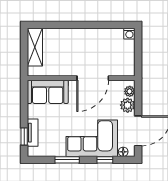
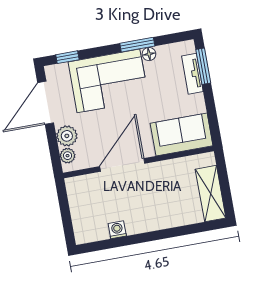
washing machine: (129, 34) -> (117, 230), moved
window: (24, 136) -> (203, 66), width x1.50
floor lamp: (123, 152) -> (149, 54), moved
window: (105, 160) -> (67, 57), moved

